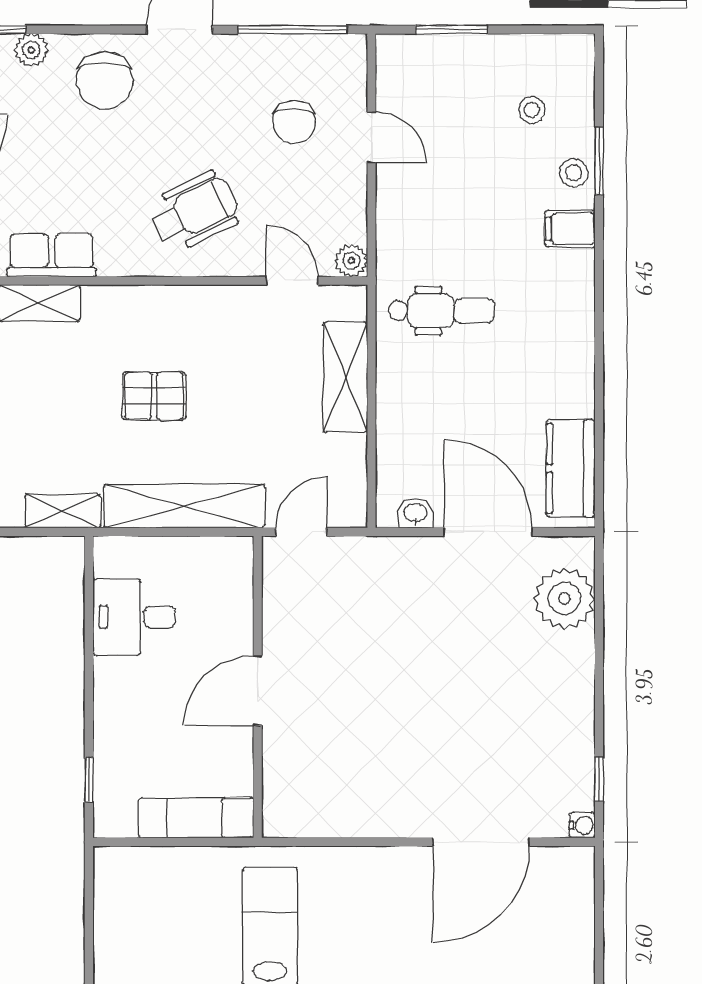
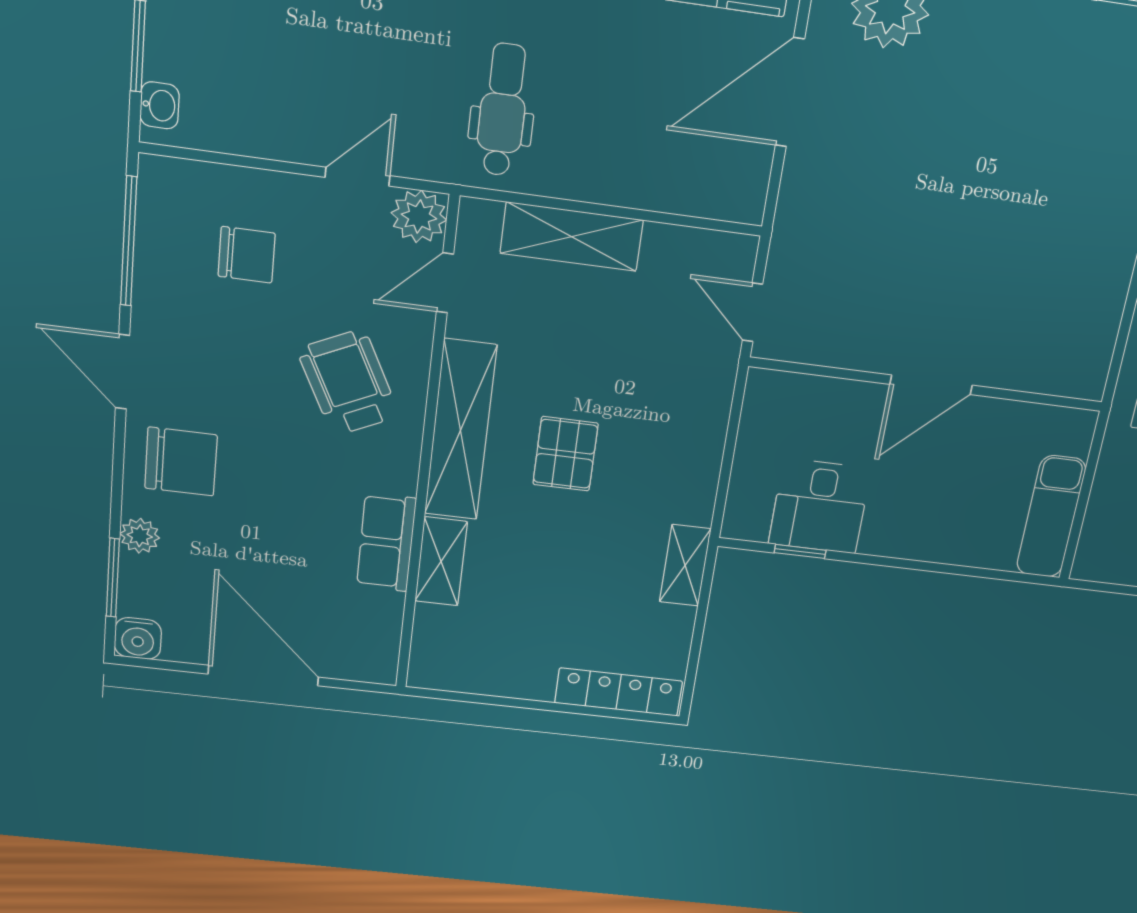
door: (371, 137) -> (357, 177), moved
plant: (351, 261) -> (419, 216), width x1.38, depth x1.38
shelving: (184, 506) -> (460, 430), moved
washbasin: (416, 513) -> (159, 105), moved, turned 180
door: (258, 691) -> (931, 385), hinge flipped
window: (89, 780) -> (800, 551), moved
exam couch: (196, 818) -> (1051, 517), moved

